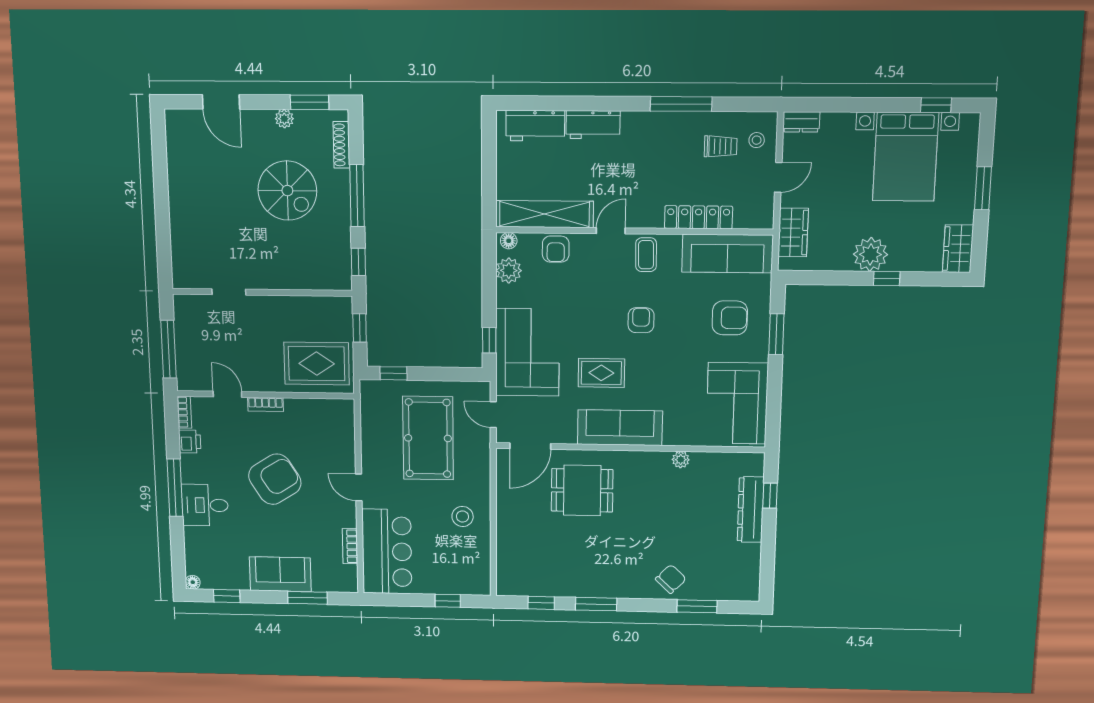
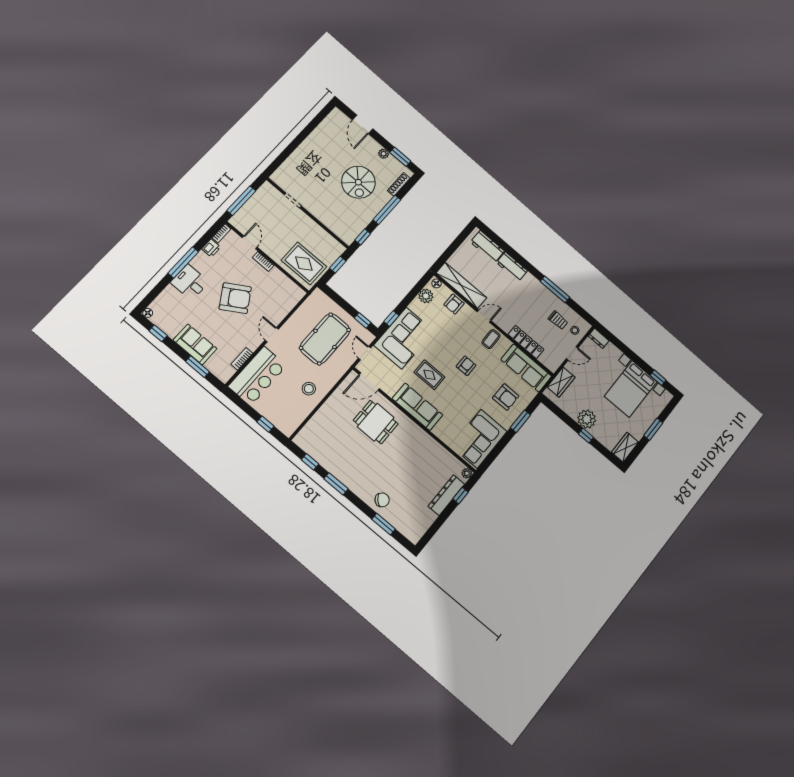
window: (393, 373) -> (363, 320), moved
plant: (681, 460) -> (467, 473), moved

